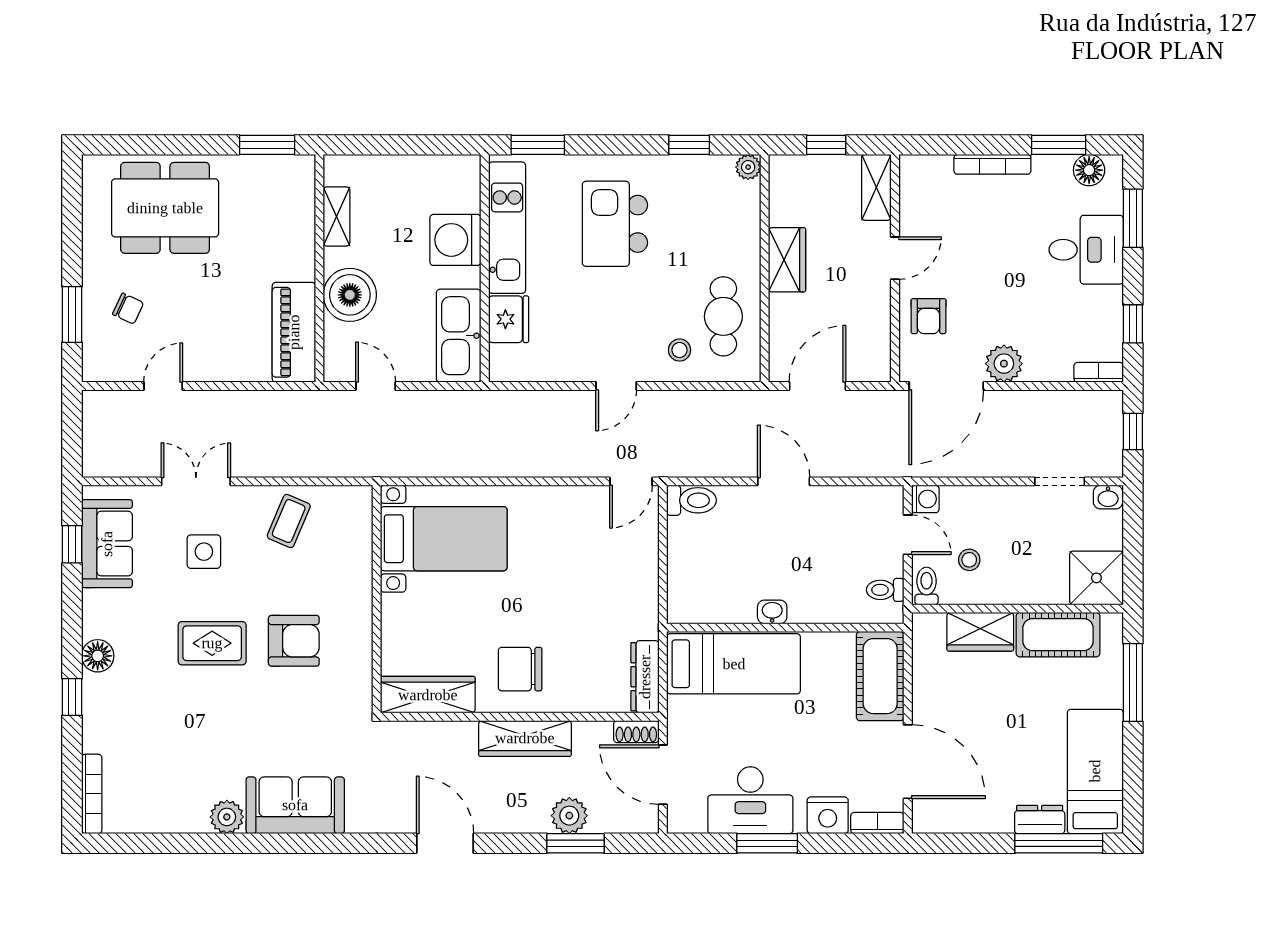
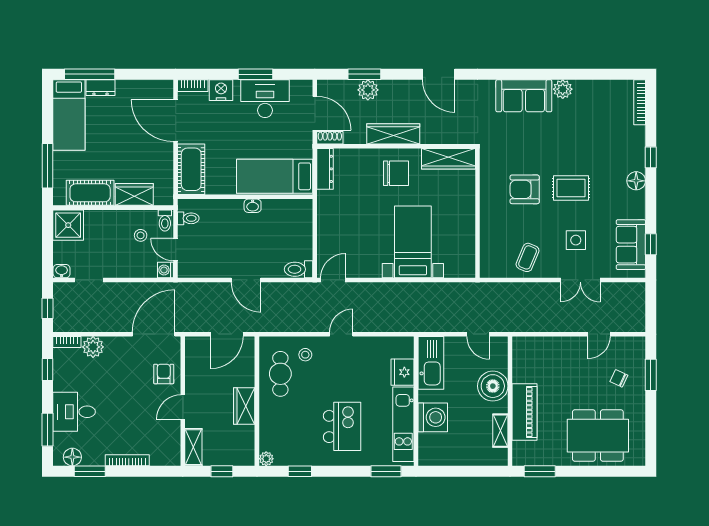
piano: (294, 332) -> (525, 412), moved
plant: (1004, 364) -> (93, 347), moved
bed with nightstands: (444, 539) -> (413, 242), moved, turned 90

